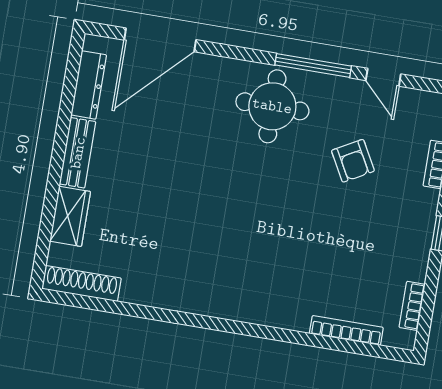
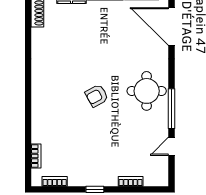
armchair: (353, 161) -> (97, 96), moved
bookcase: (346, 331) -> (36, 156), width x0.64

